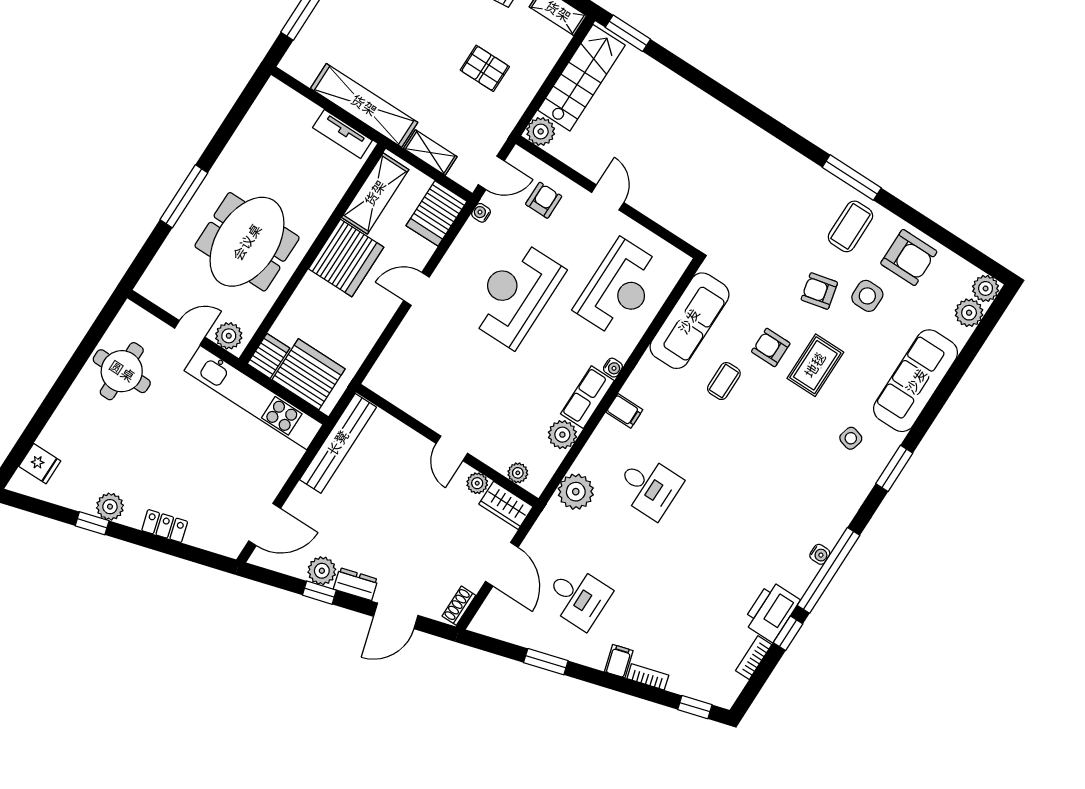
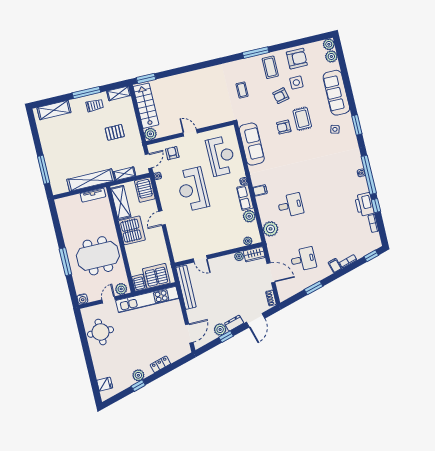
meeting table: (247, 242) -> (98, 256), turned 90
water cooler: (148, 286) -> (82, 299), added
coffee table: (724, 381) -> (242, 90), moved
door: (452, 448) -> (200, 259), moved

